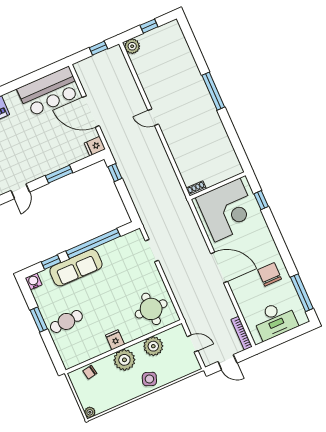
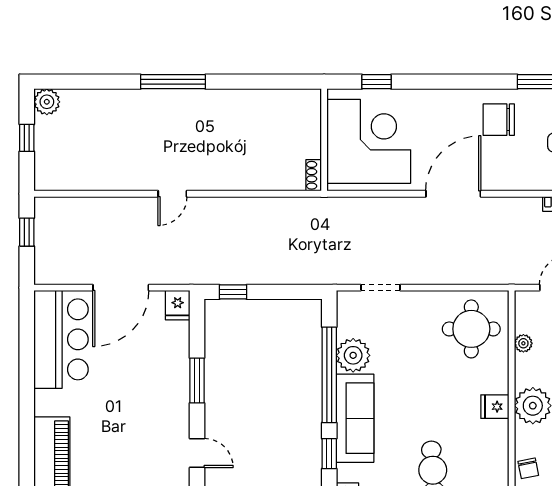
plant: (132, 46) -> (47, 102), moved
plant: (109, 252) -> (353, 355), added
plant: (153, 346) -> (523, 343), width x0.53, depth x0.53

